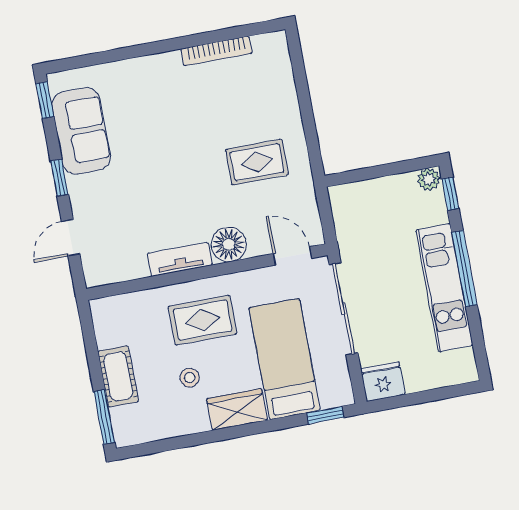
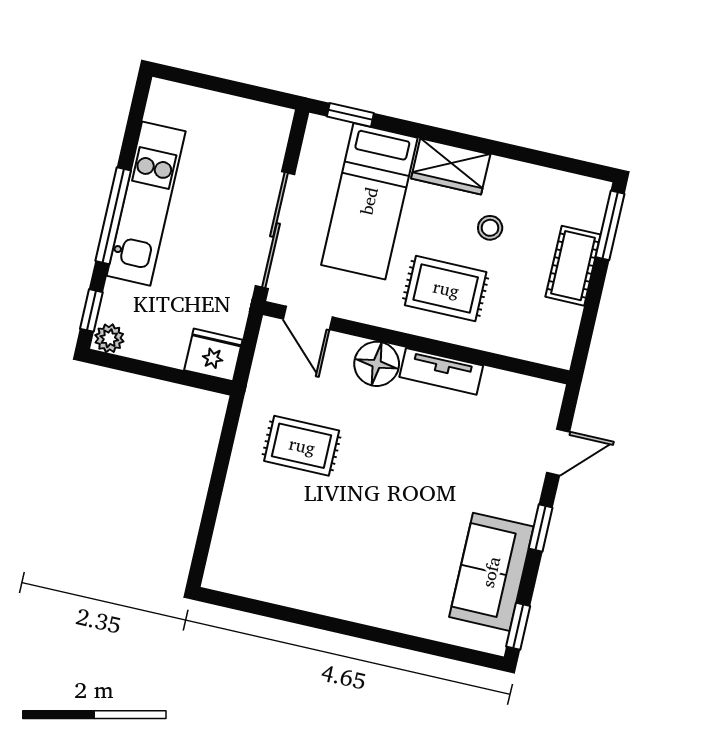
bookcase: (216, 51) -> (292, 596), removed
fridge: (383, 382) -> (213, 355), moved, turned 180

